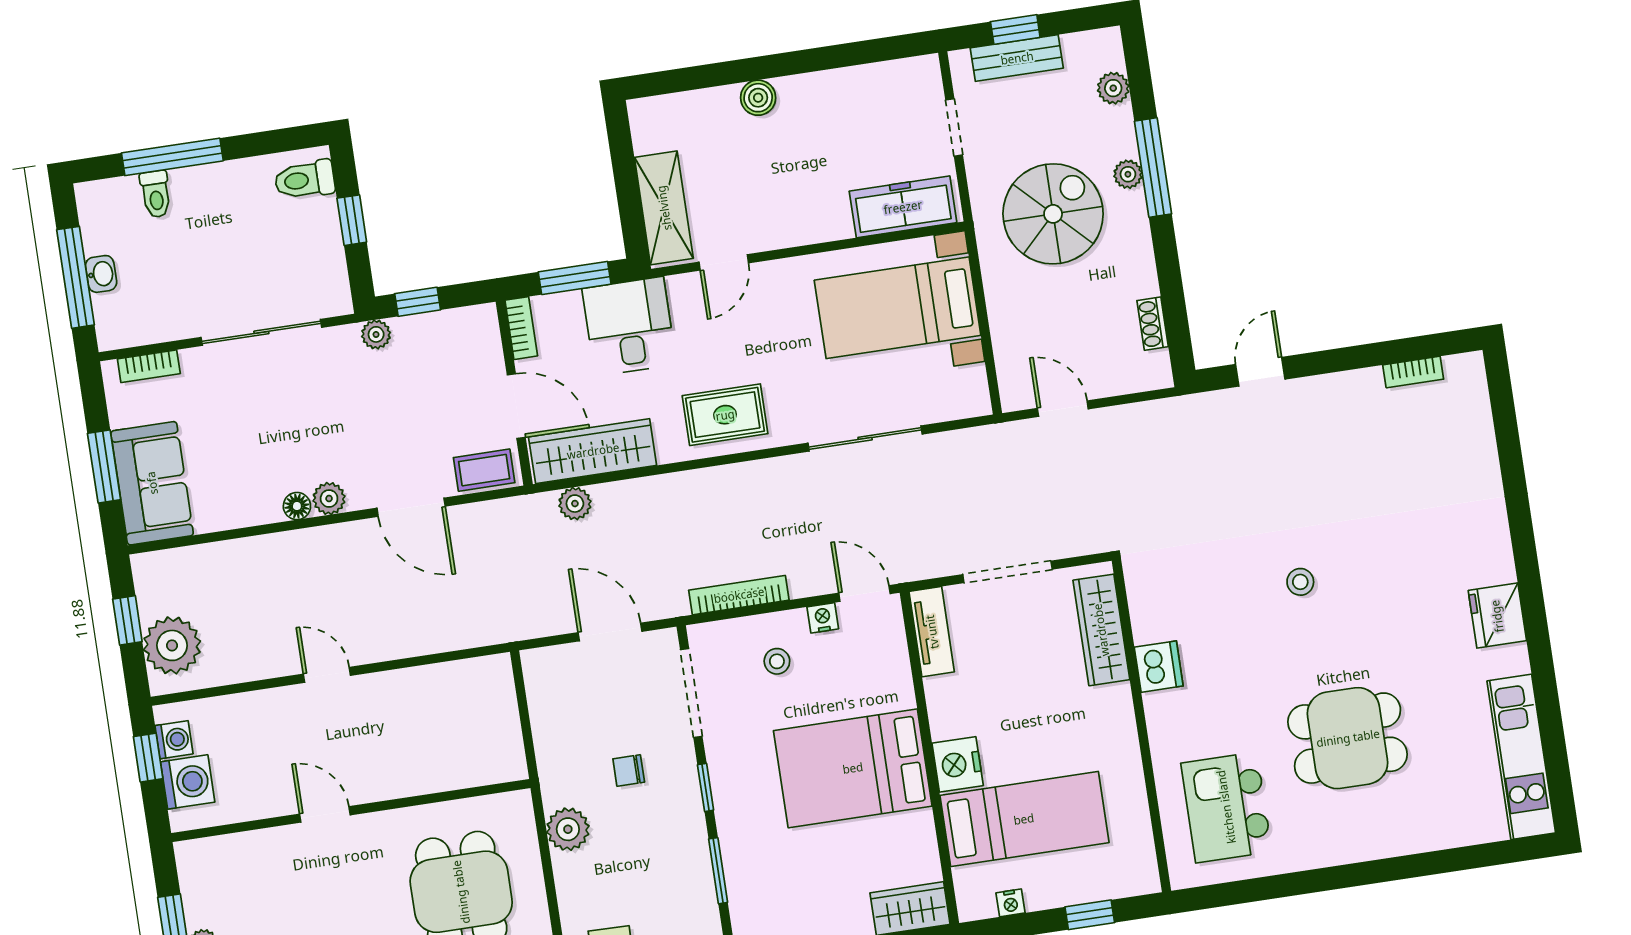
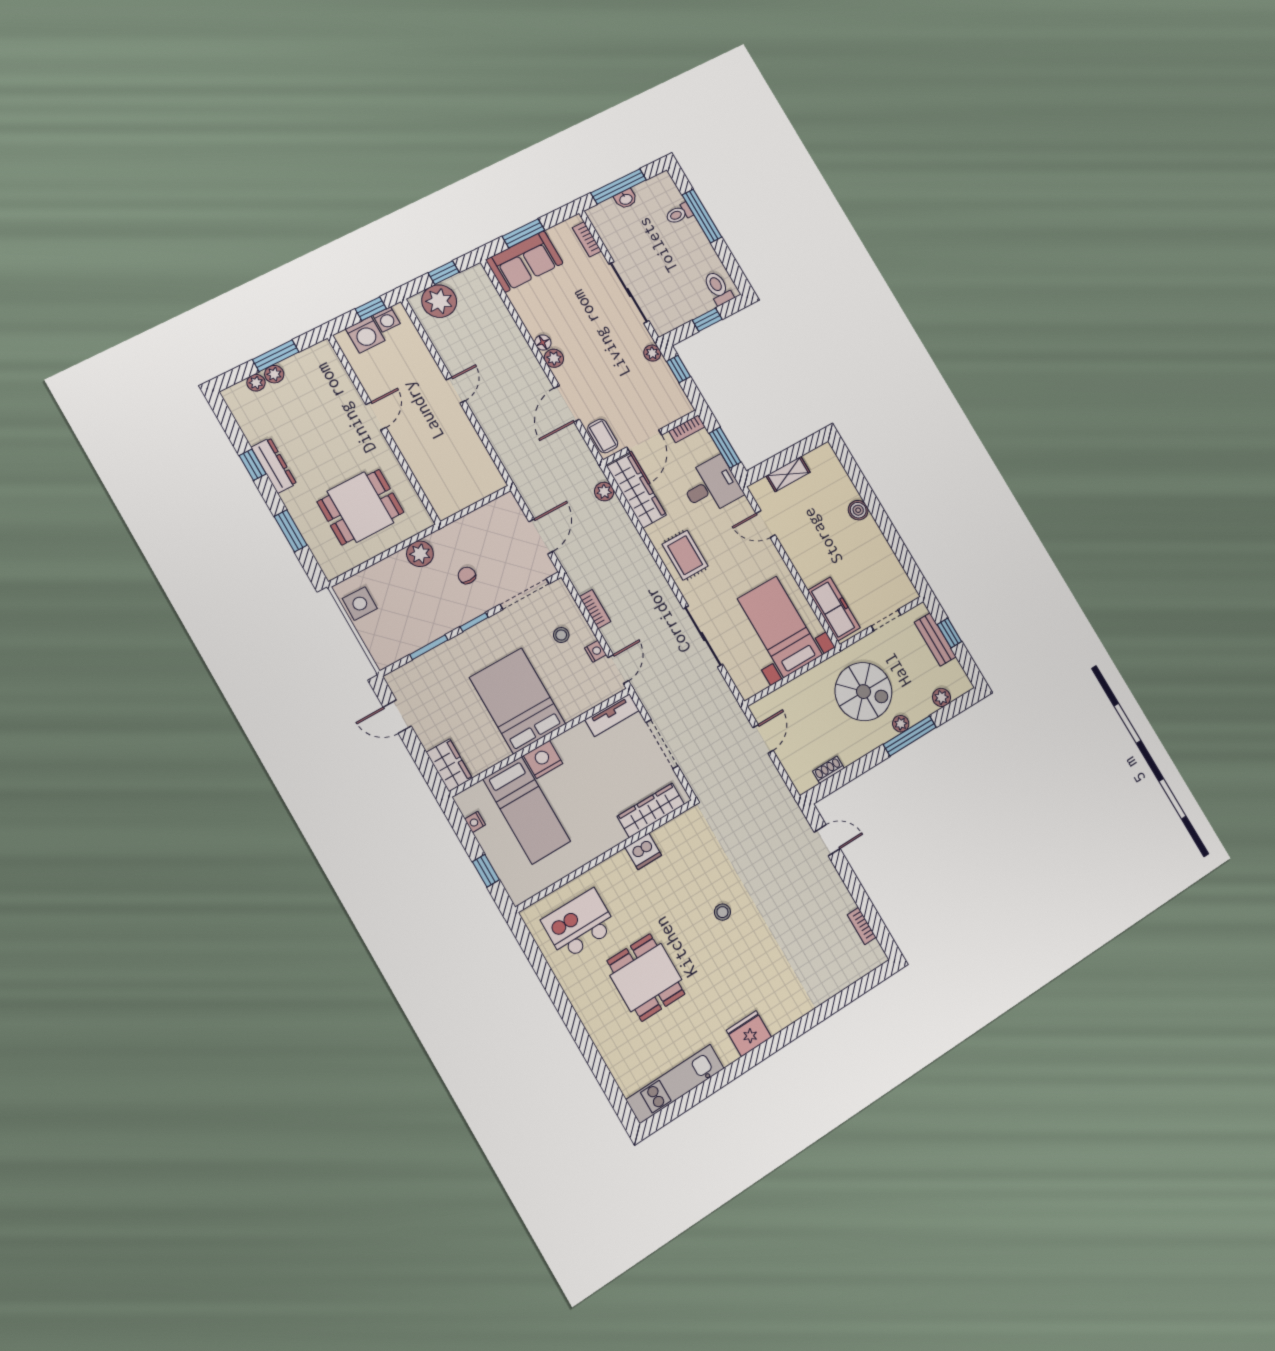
shelving: (664, 208) -> (788, 474), width x0.67, depth x0.75
bookcase: (739, 595) -> (595, 609), width x0.64

